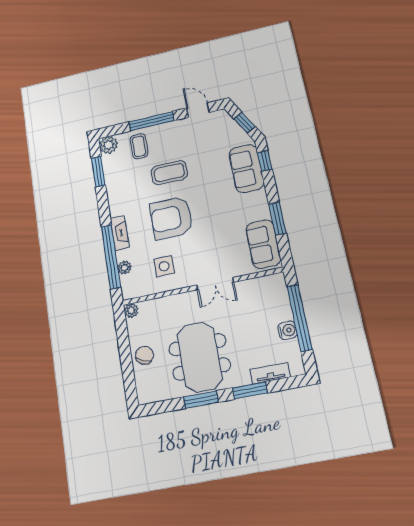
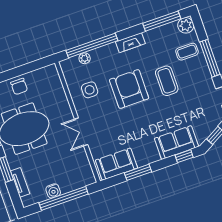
window: (98, 172) -> (162, 21), width x1.44
fireplace: (120, 233) -> (130, 43), moved
plant: (131, 310) -> (52, 70), removed
chair: (144, 355) -> (19, 86), turned 66

